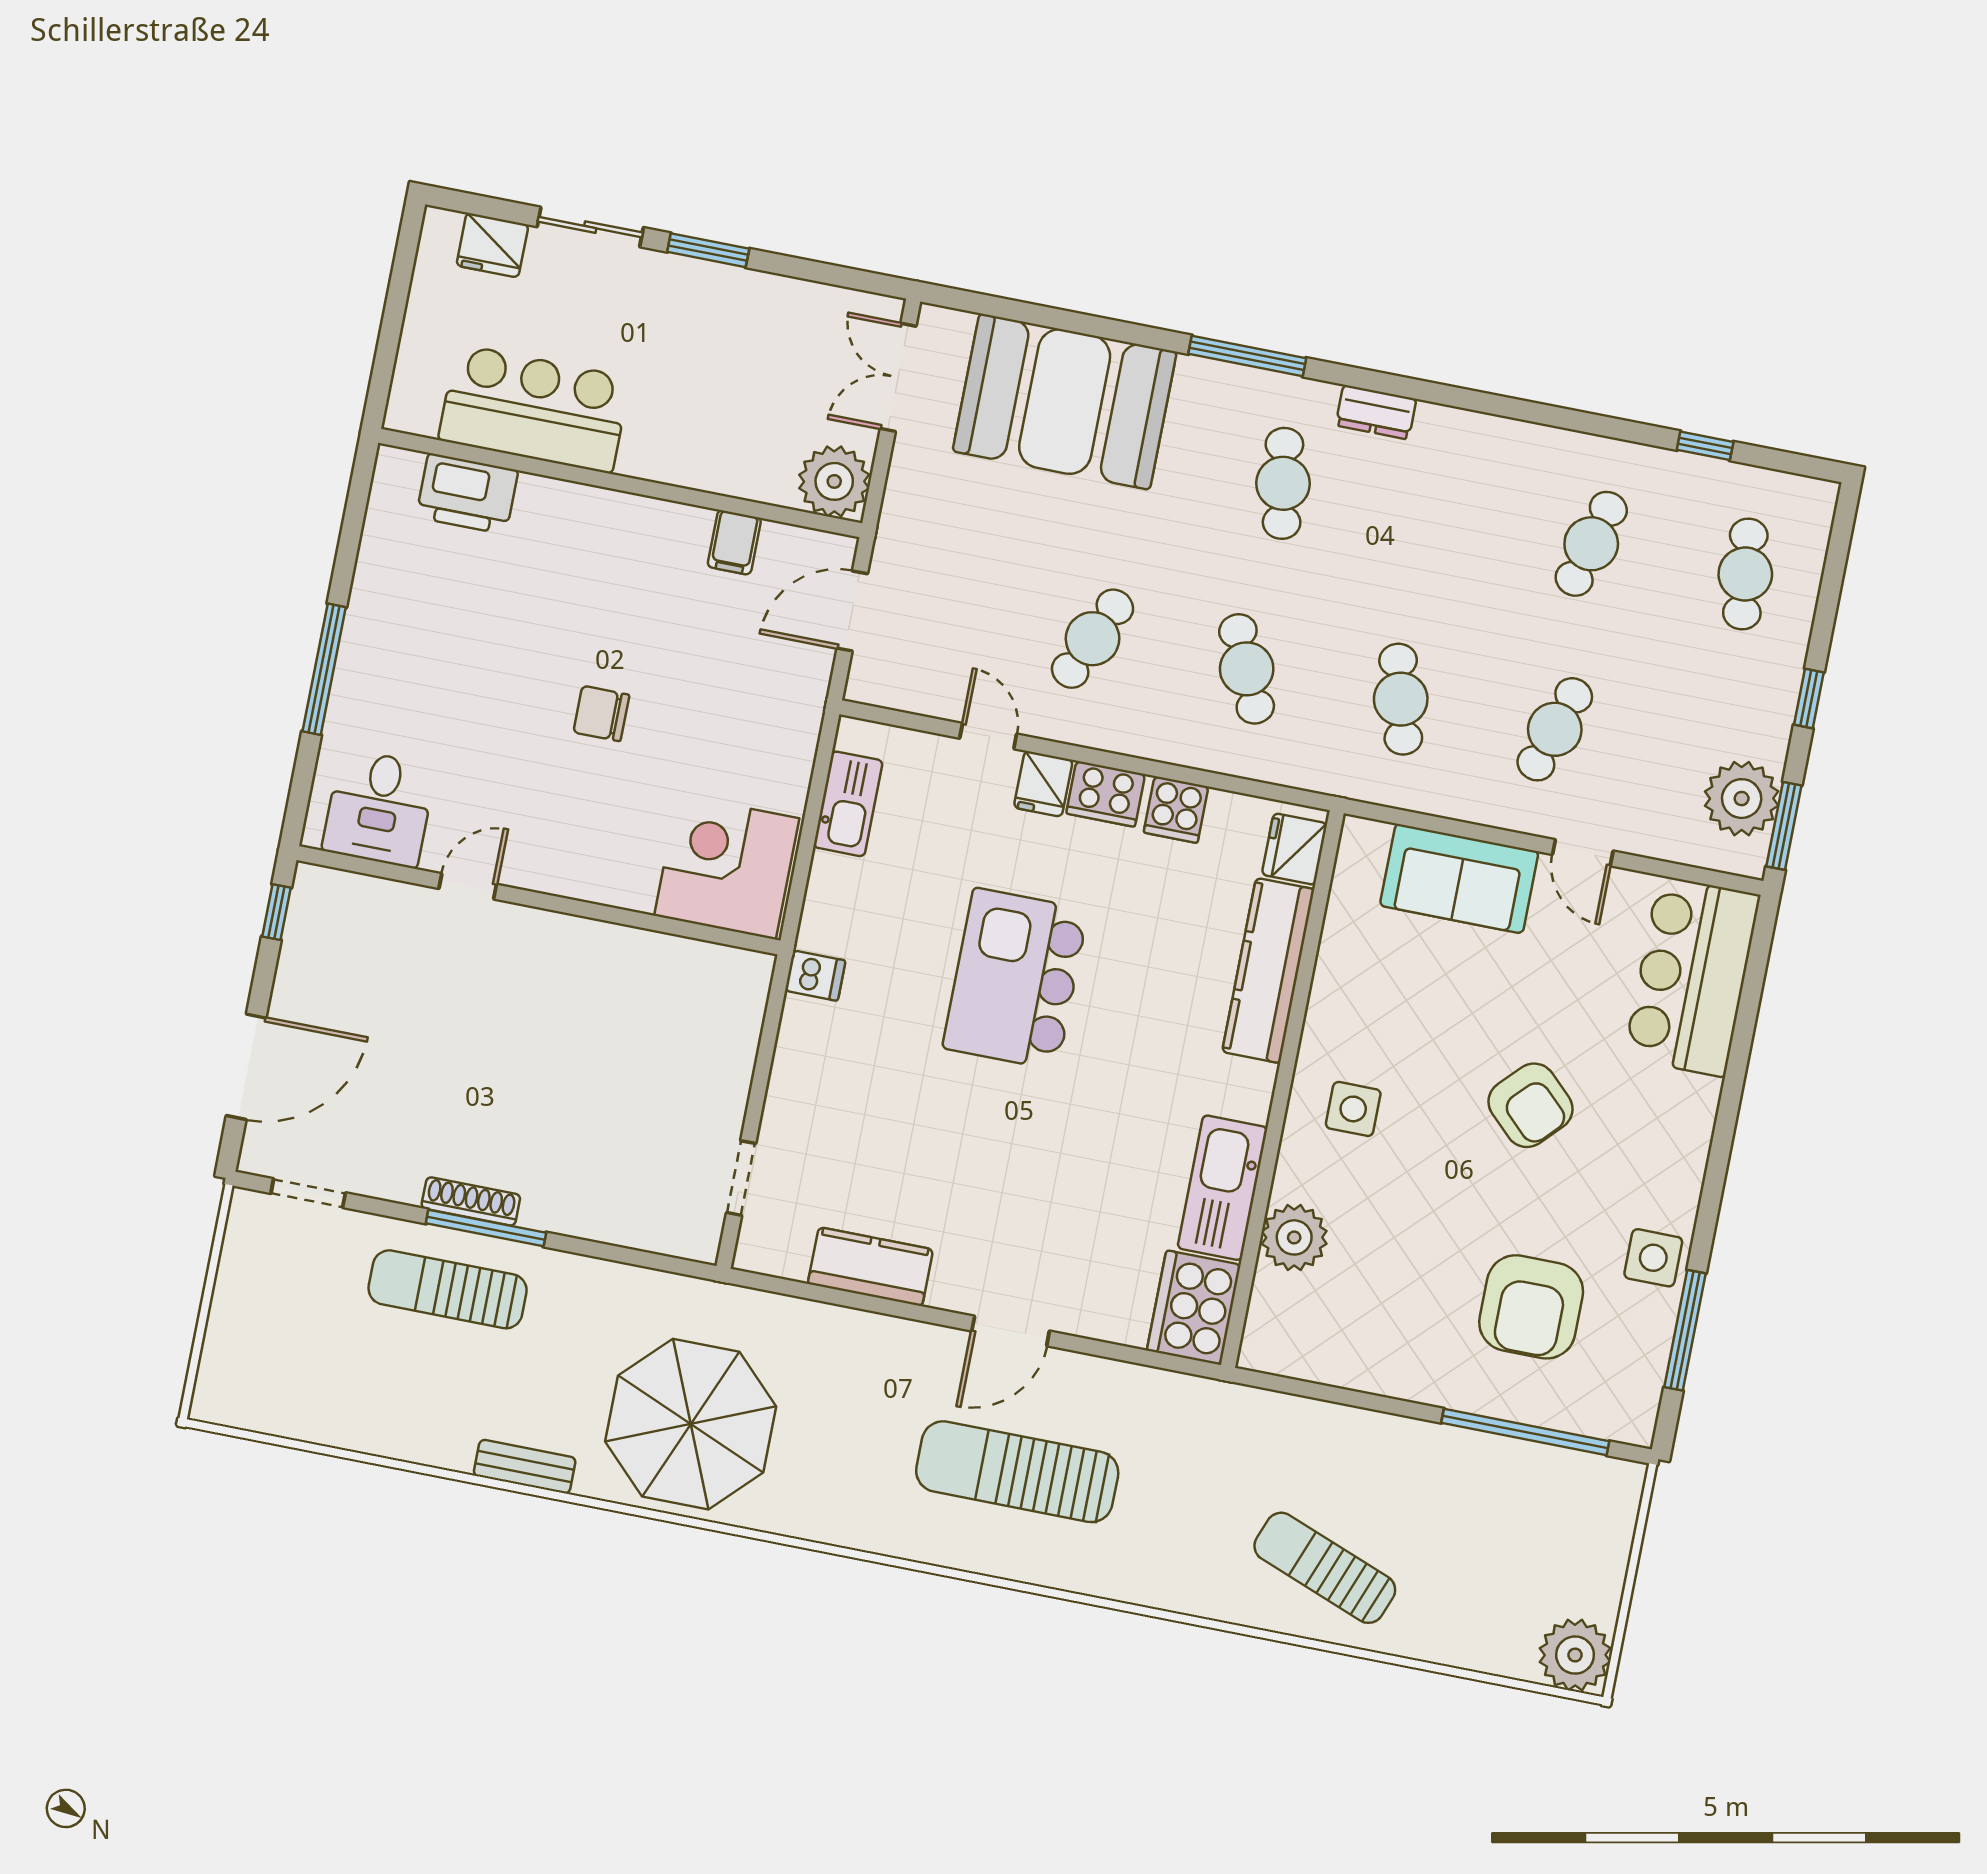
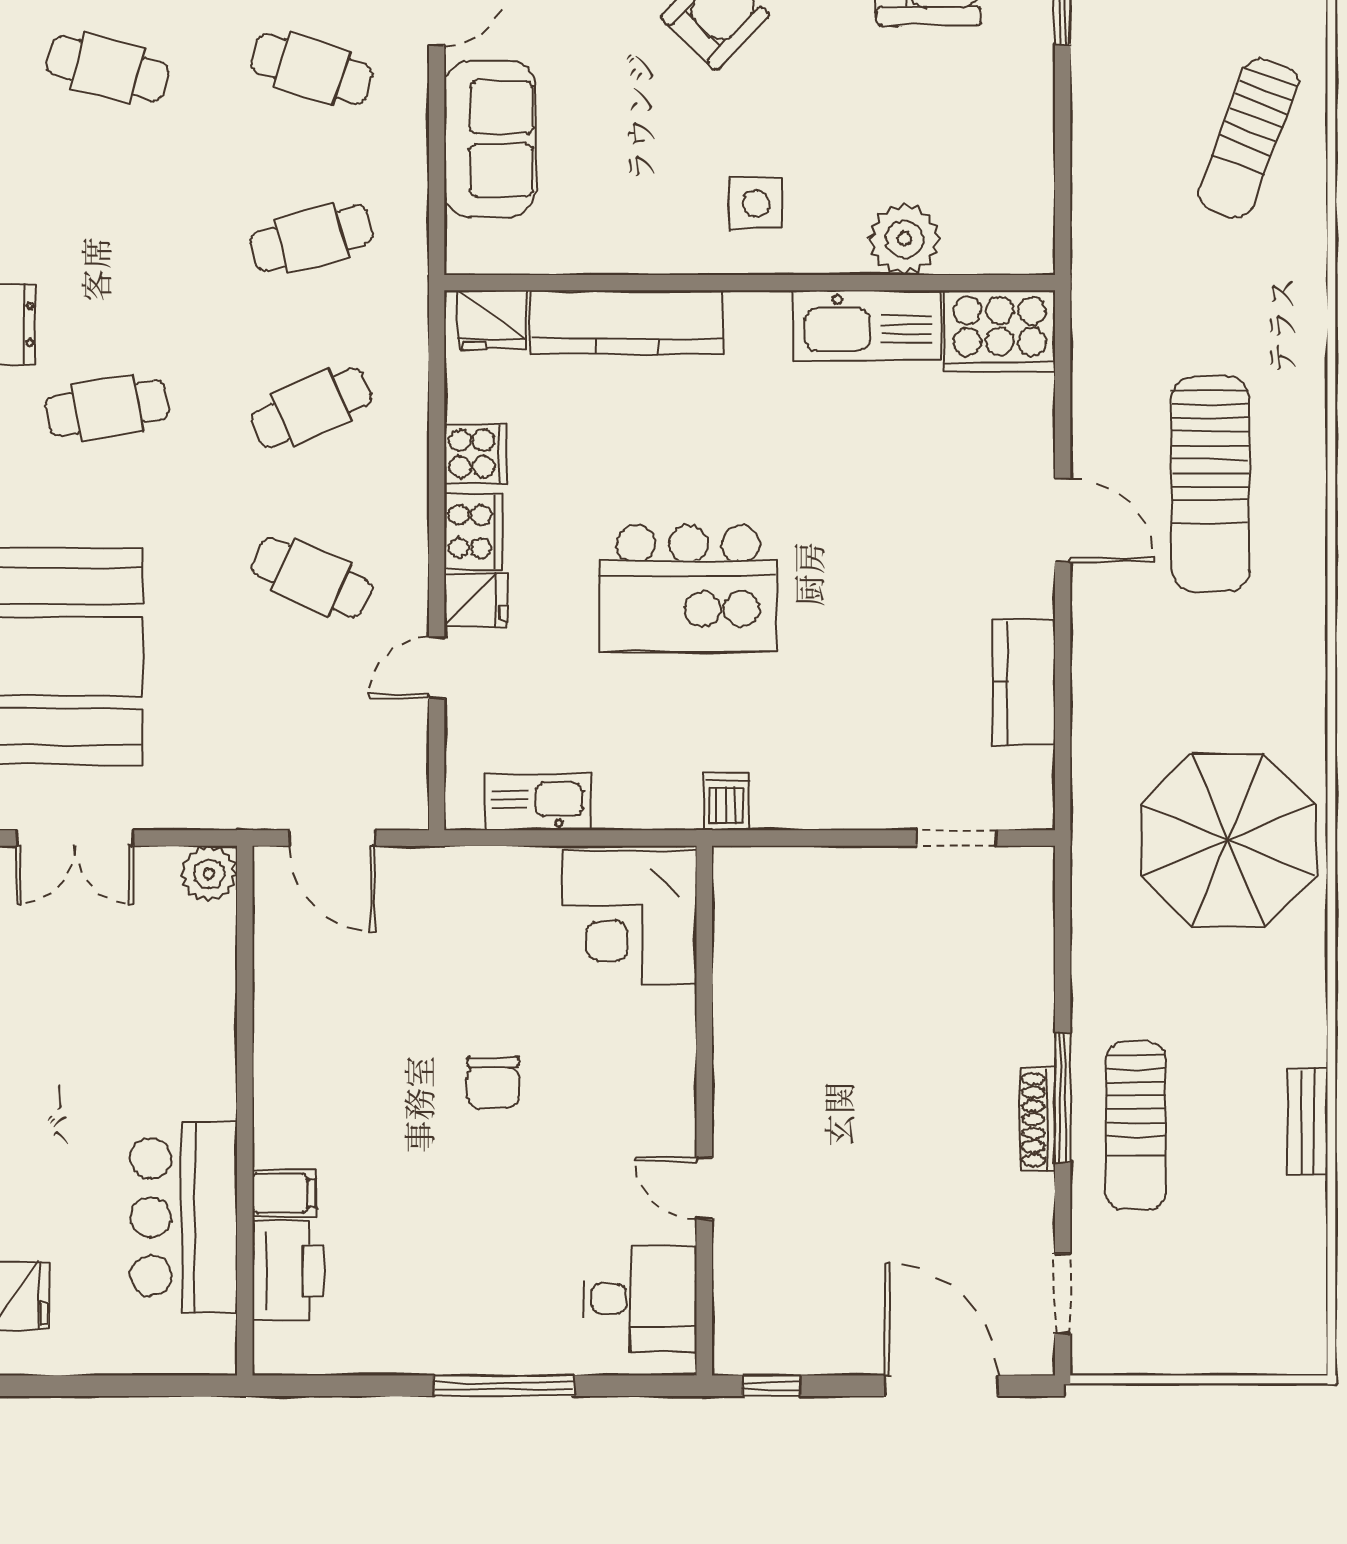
plant: (834, 481) -> (209, 874), width x0.73, depth x0.73
filing cabinet: (734, 542) -> (284, 1193), moved
bench: (525, 1467) -> (1307, 1122), moved

